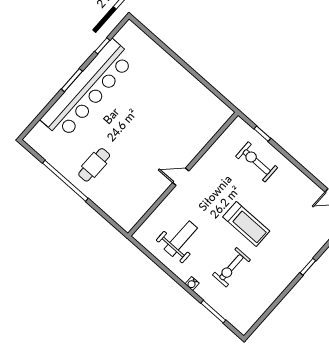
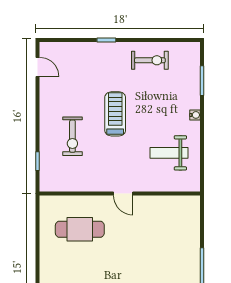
exercise bike: (257, 162) -> (72, 136), moved
cafe table: (94, 165) -> (80, 229), moved, width x1.37, depth x1.35
exercise bike: (231, 267) -> (150, 60), moved

